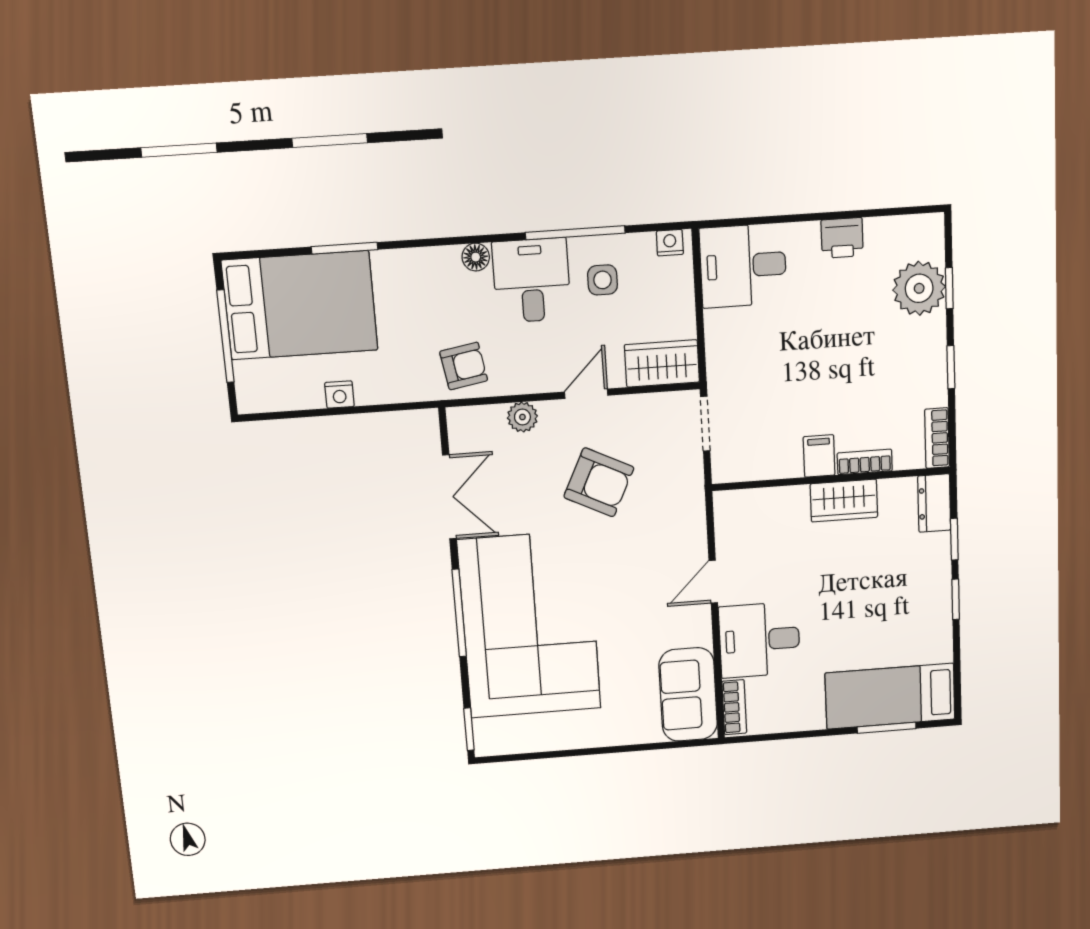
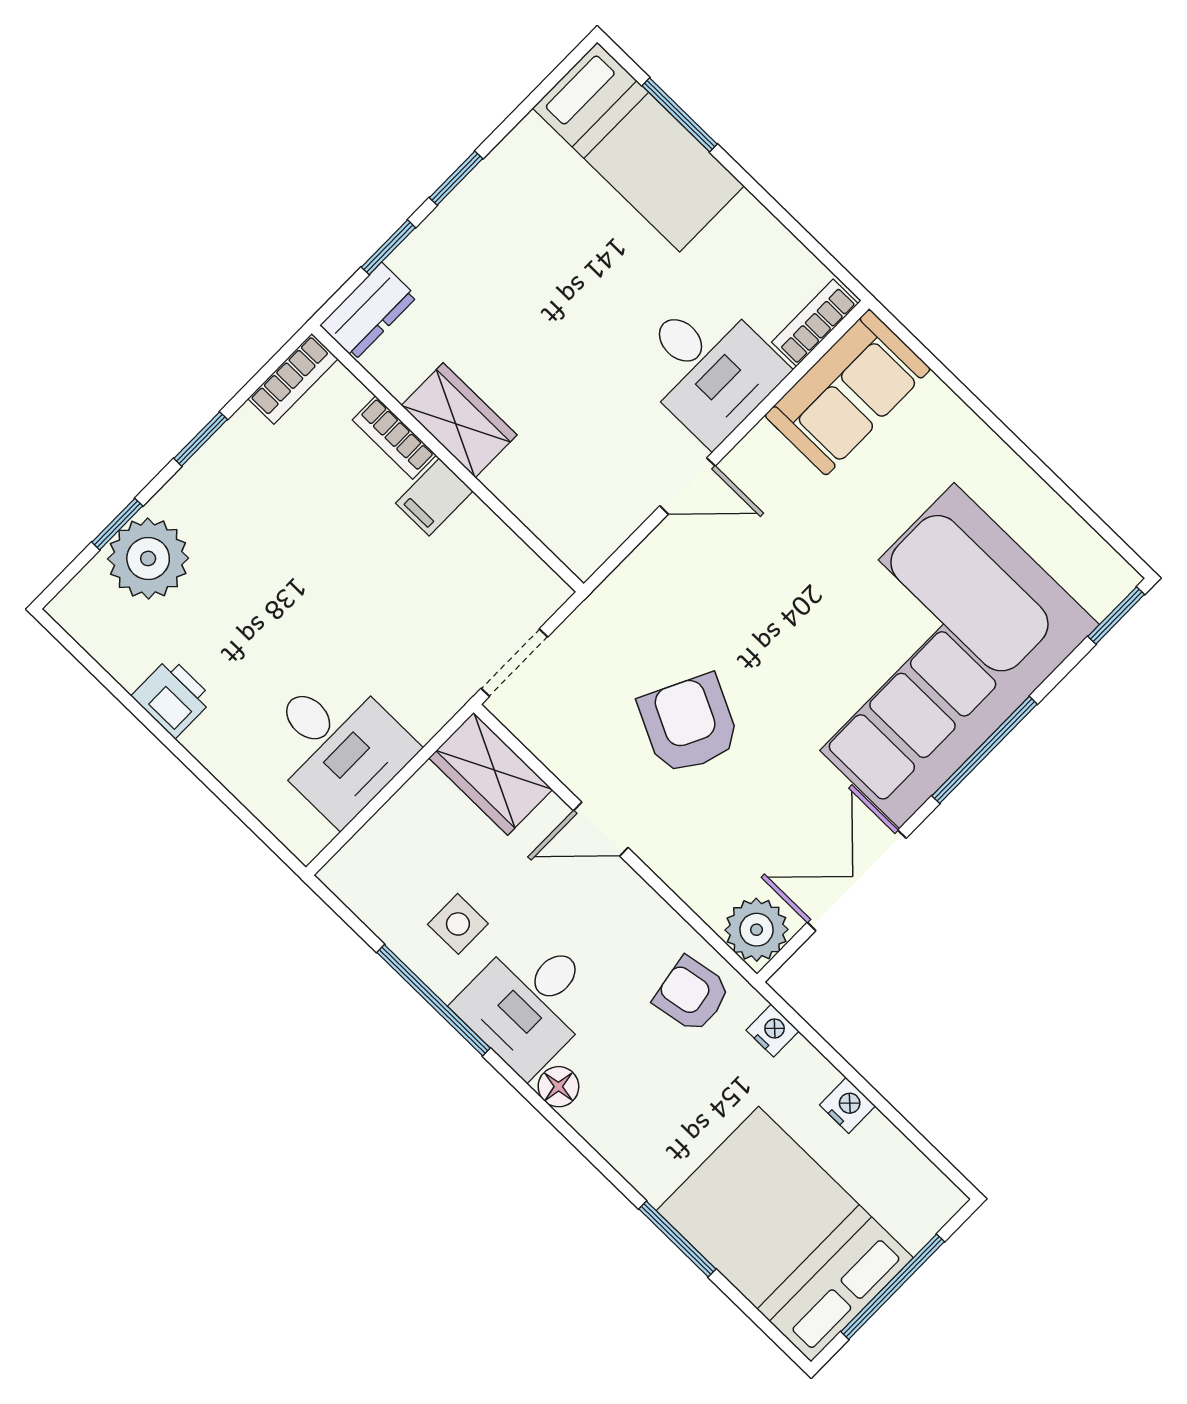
nightstand: (670, 243) -> (772, 1031), moved, turned 180
desk: (743, 266) -> (336, 745), moved
plant: (522, 417) -> (757, 930), moved, width x1.38, depth x1.38

